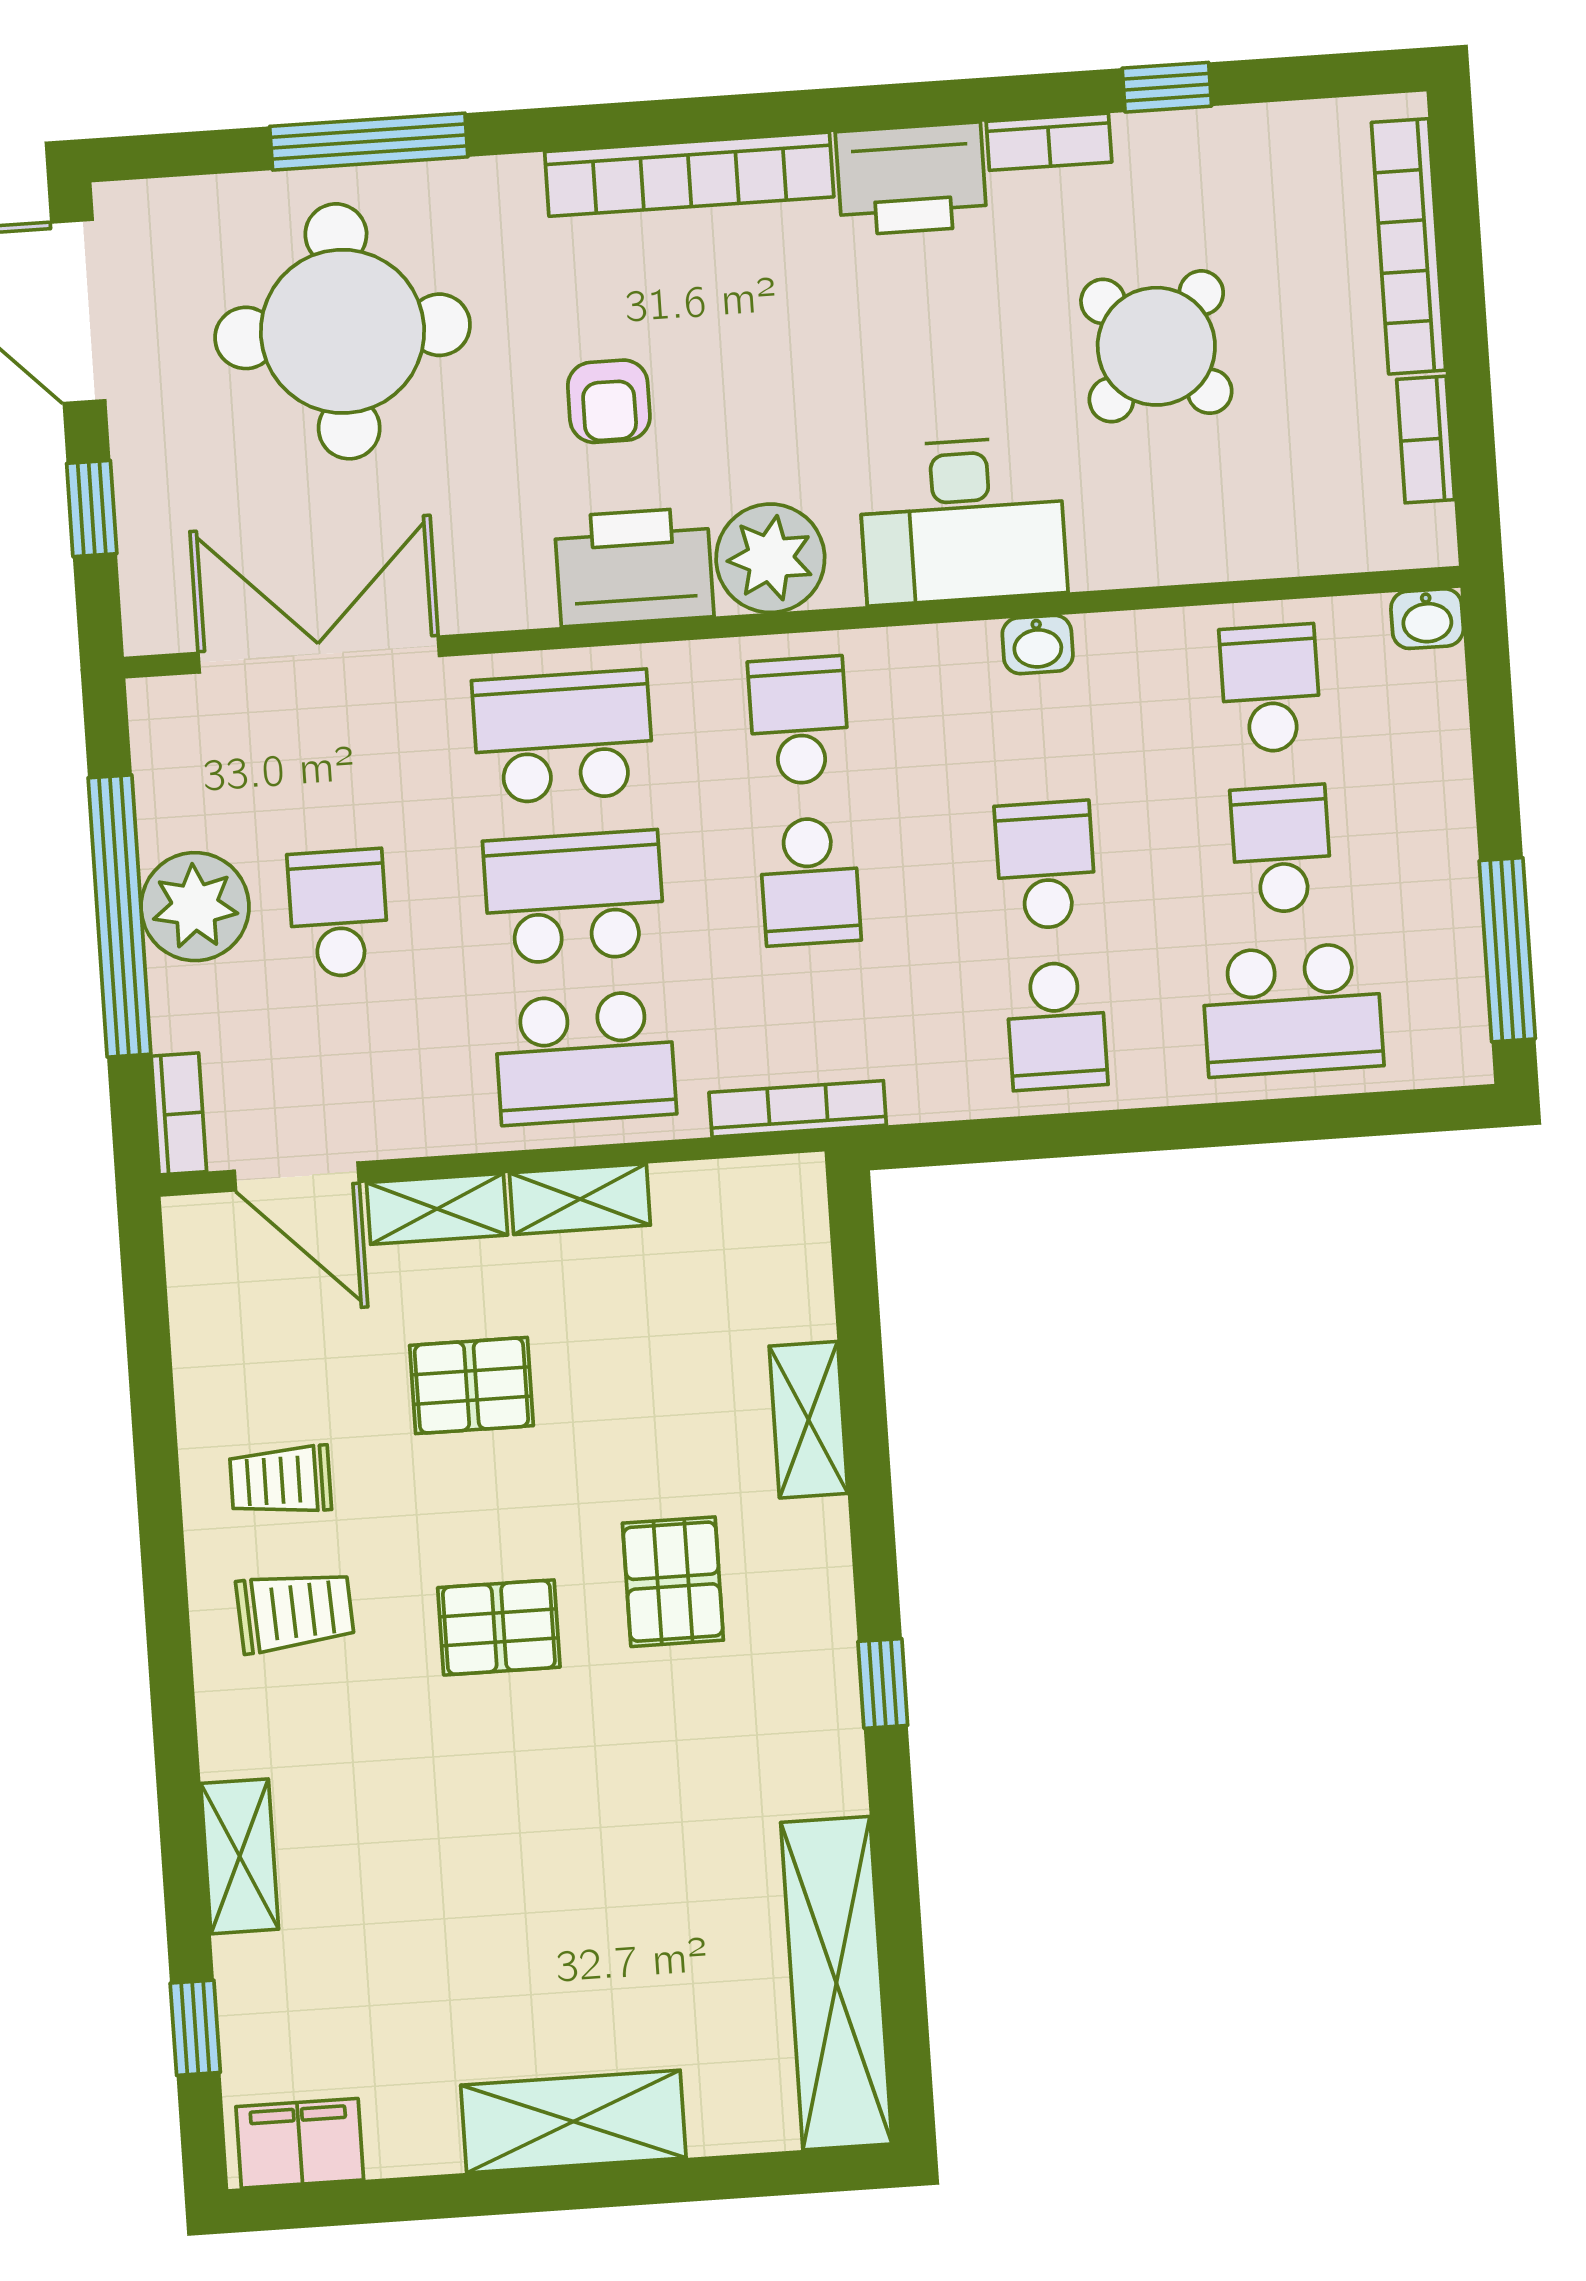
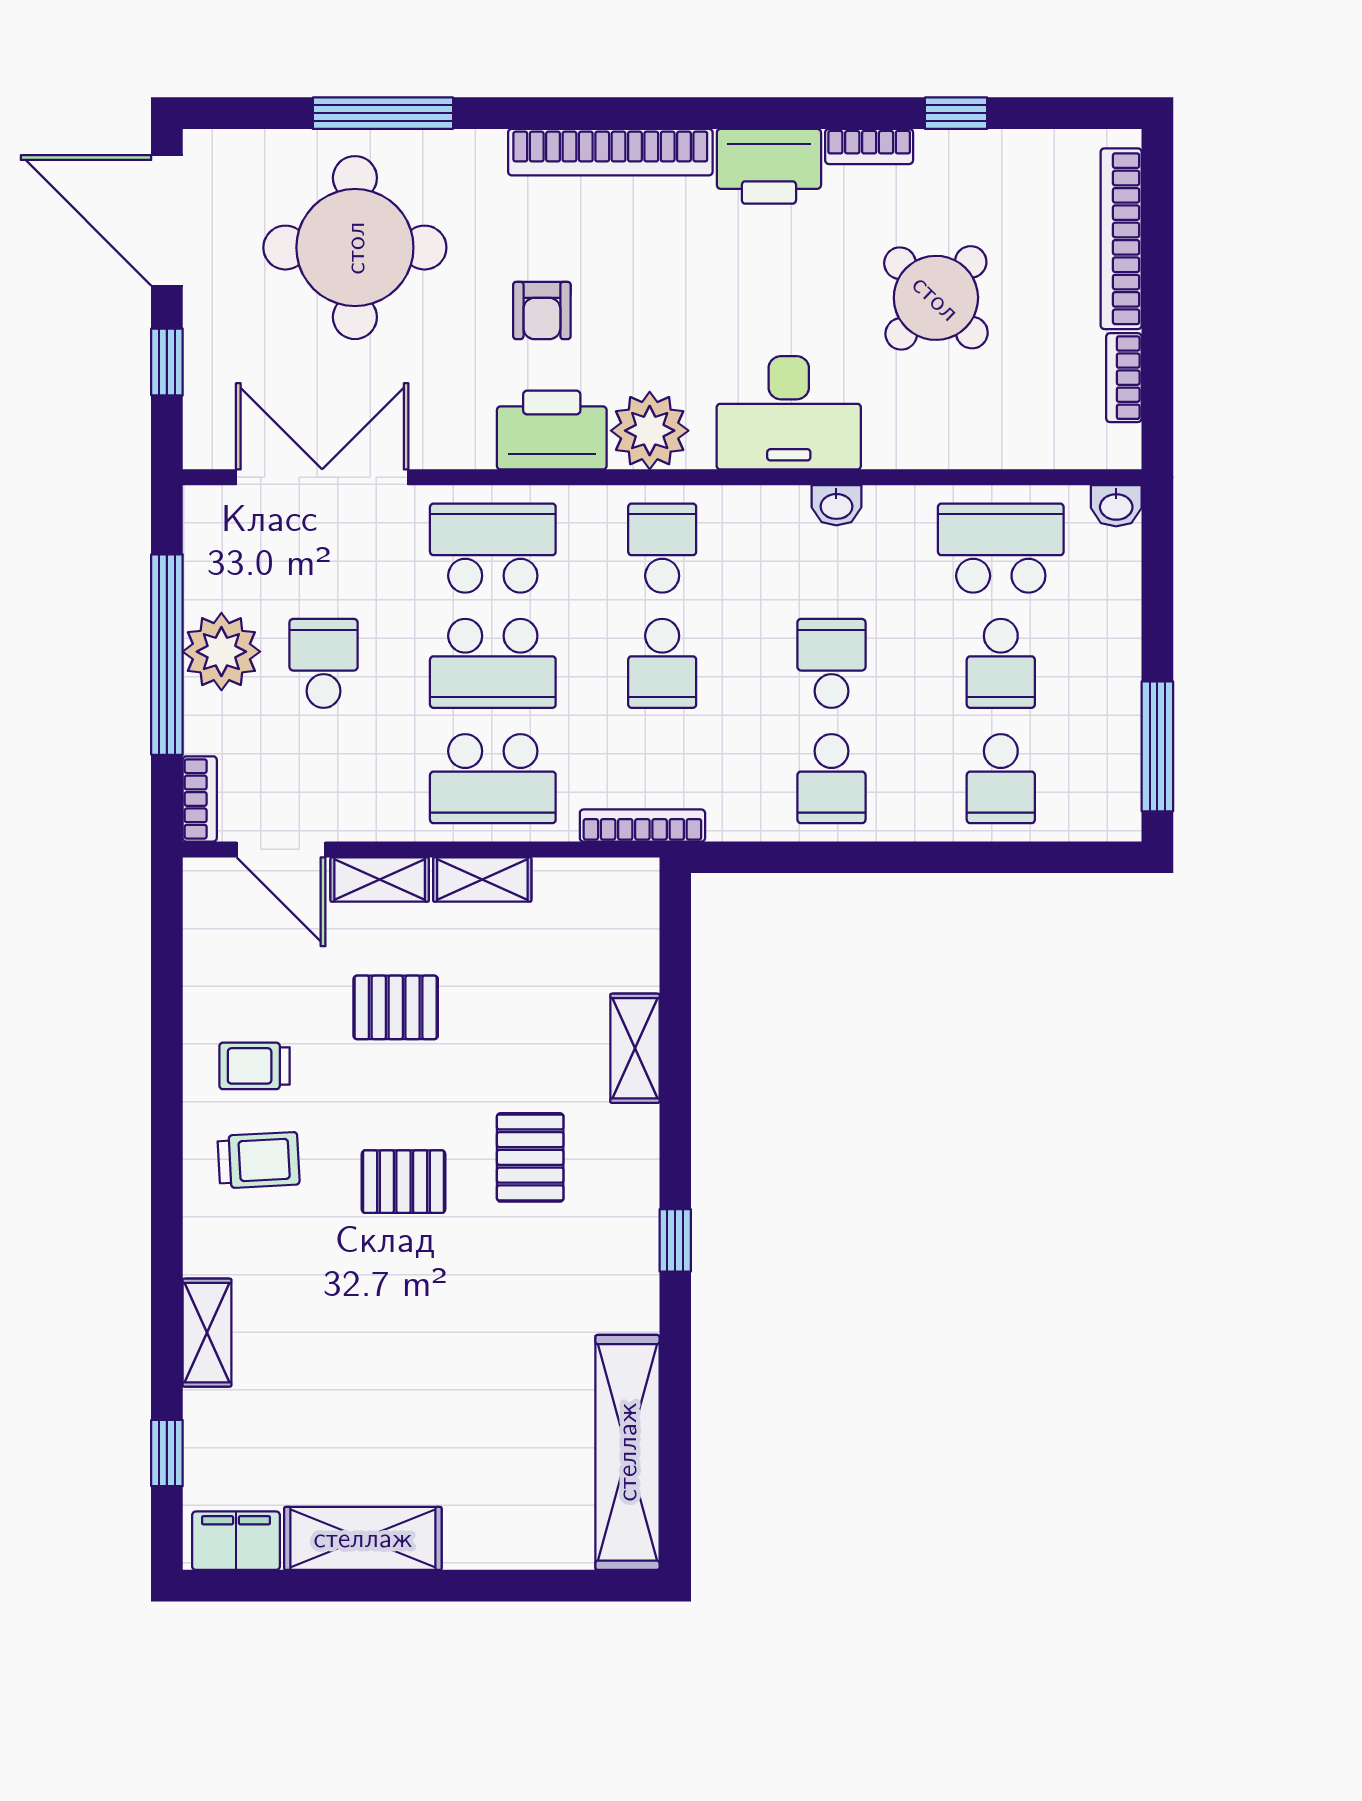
school desk: (1270, 689) -> (1001, 548), width x1.85
school desk: (1281, 849) -> (1001, 663), turned 180
school desk: (574, 897) -> (493, 663), turned 180
school desk: (1292, 1010) -> (1001, 779), width x0.54
shelving: (573, 2121) -> (363, 1538), moved

